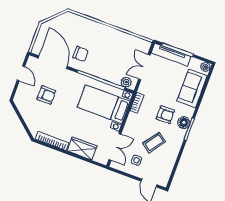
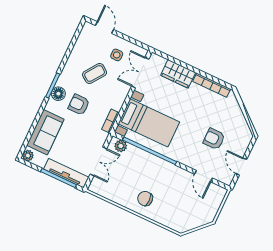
chair: (81, 54) -> (145, 199), moved
door: (53, 62) -> (203, 176), width x0.53

